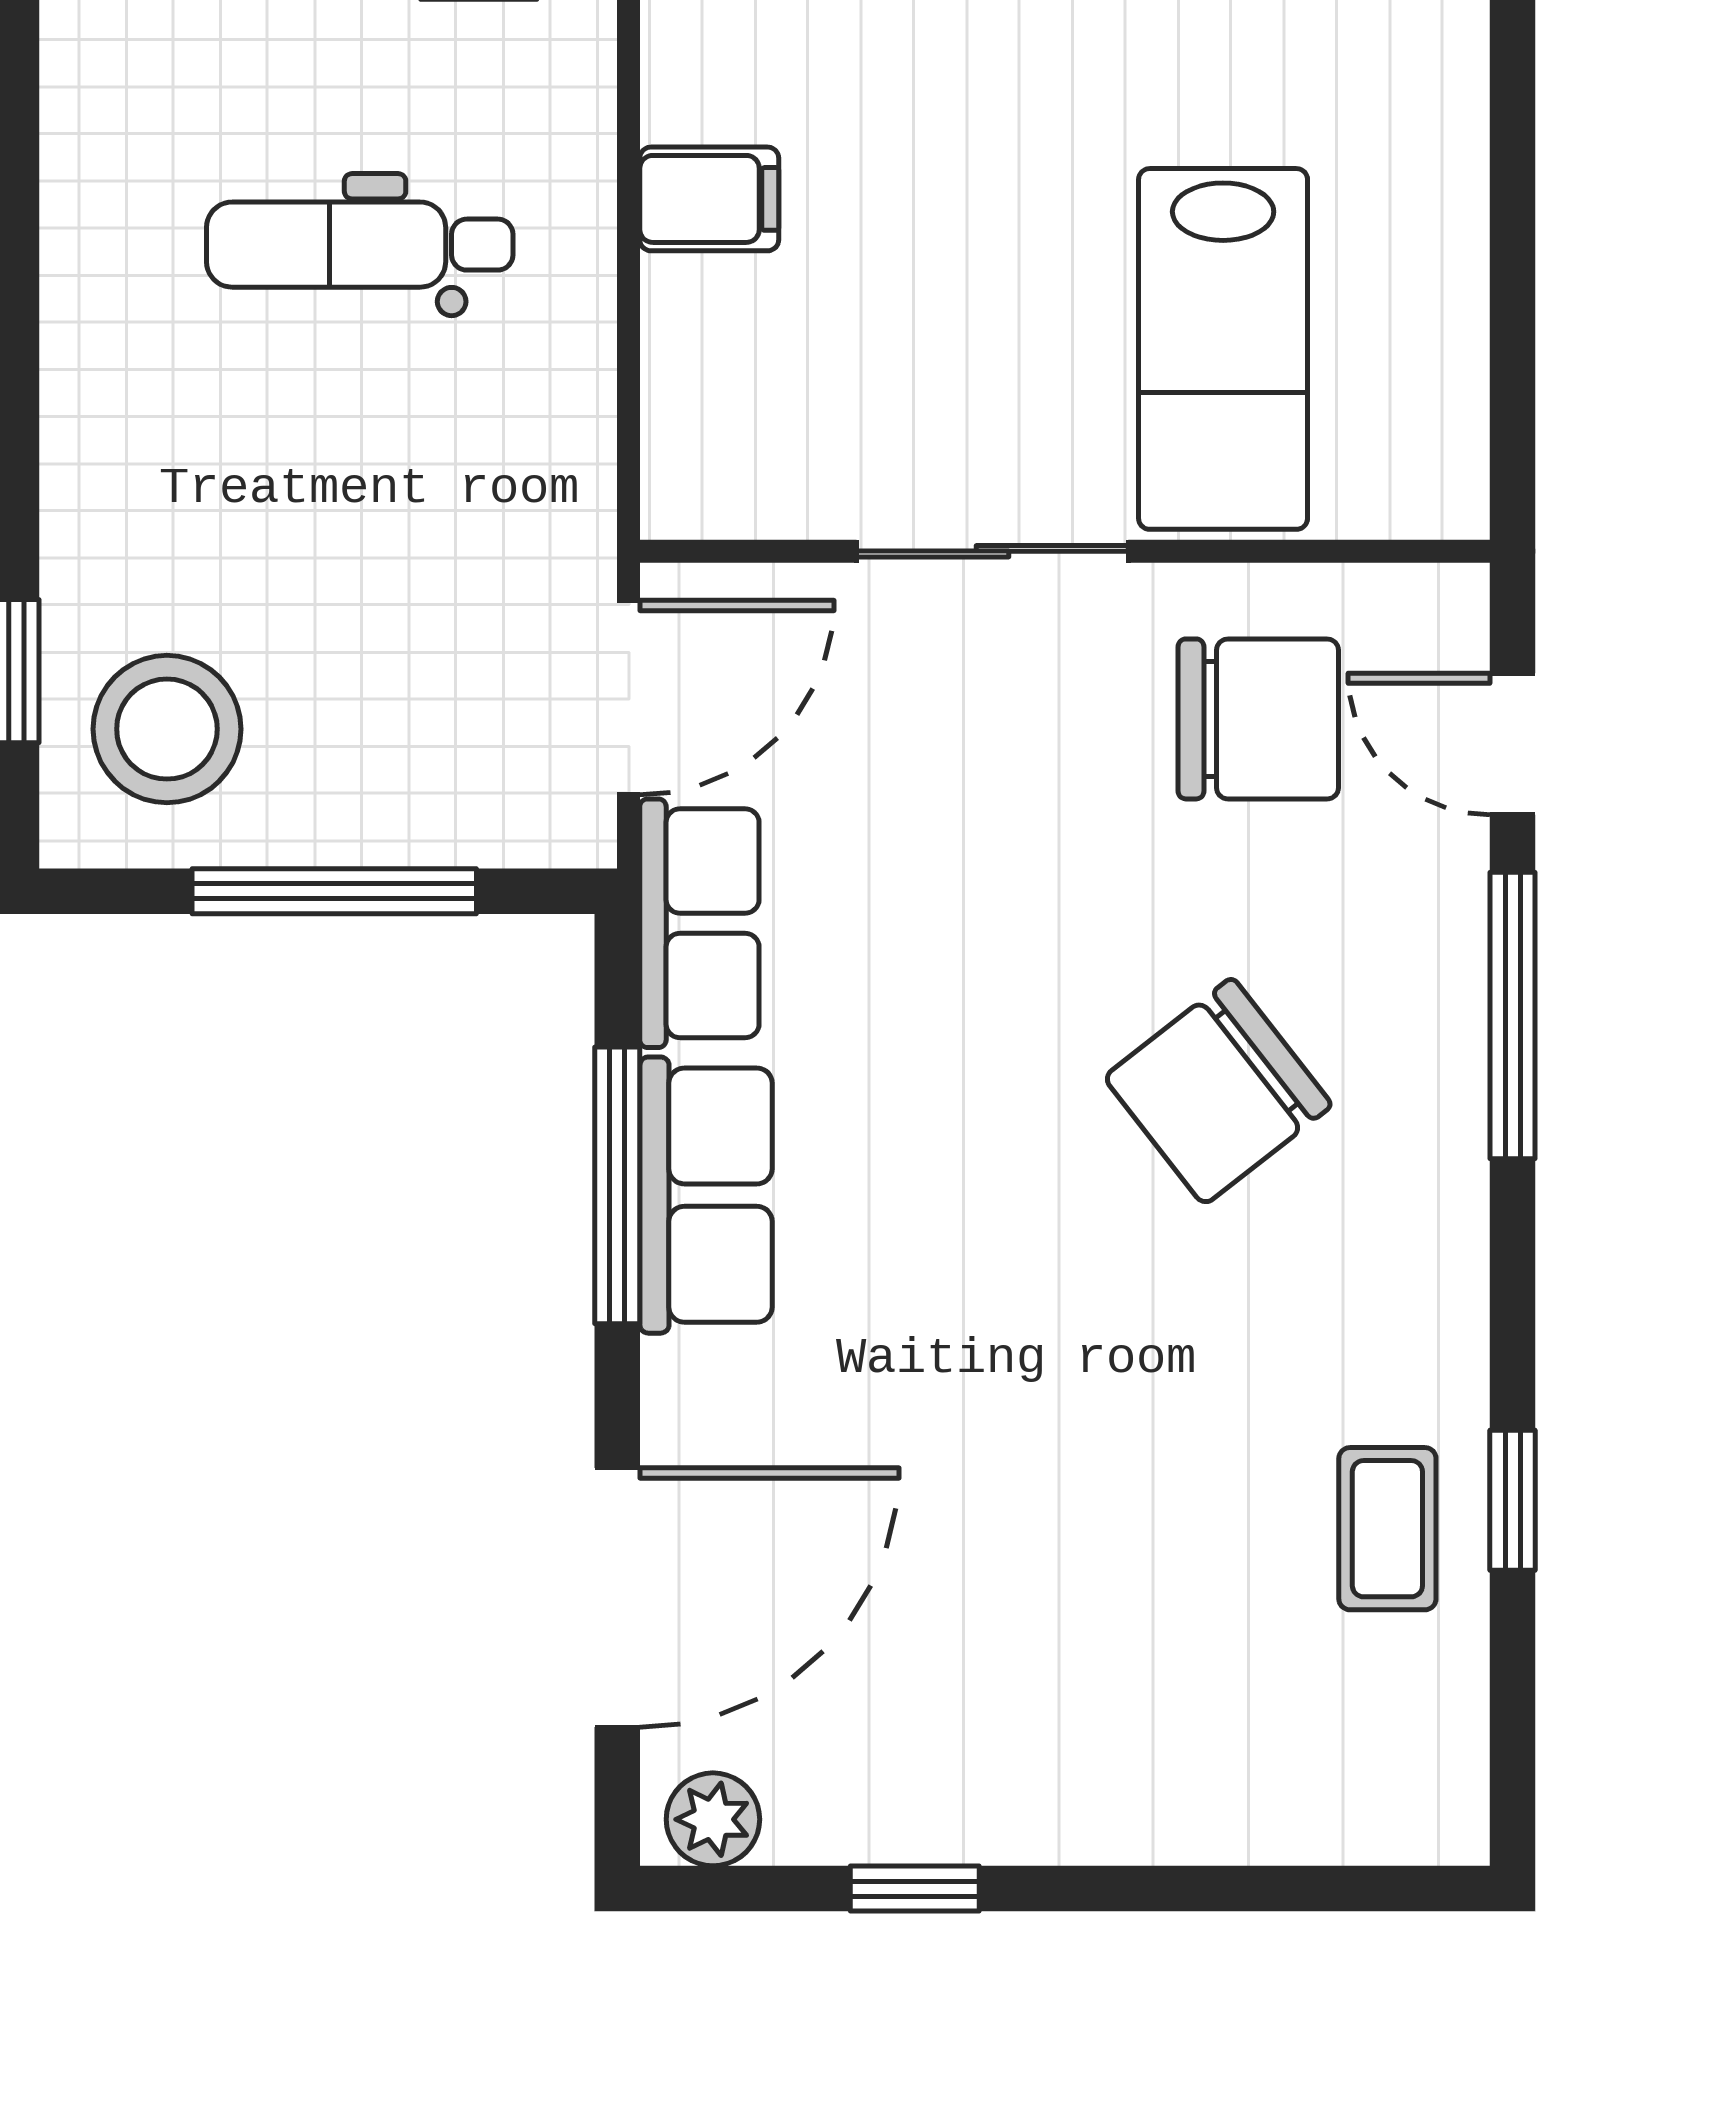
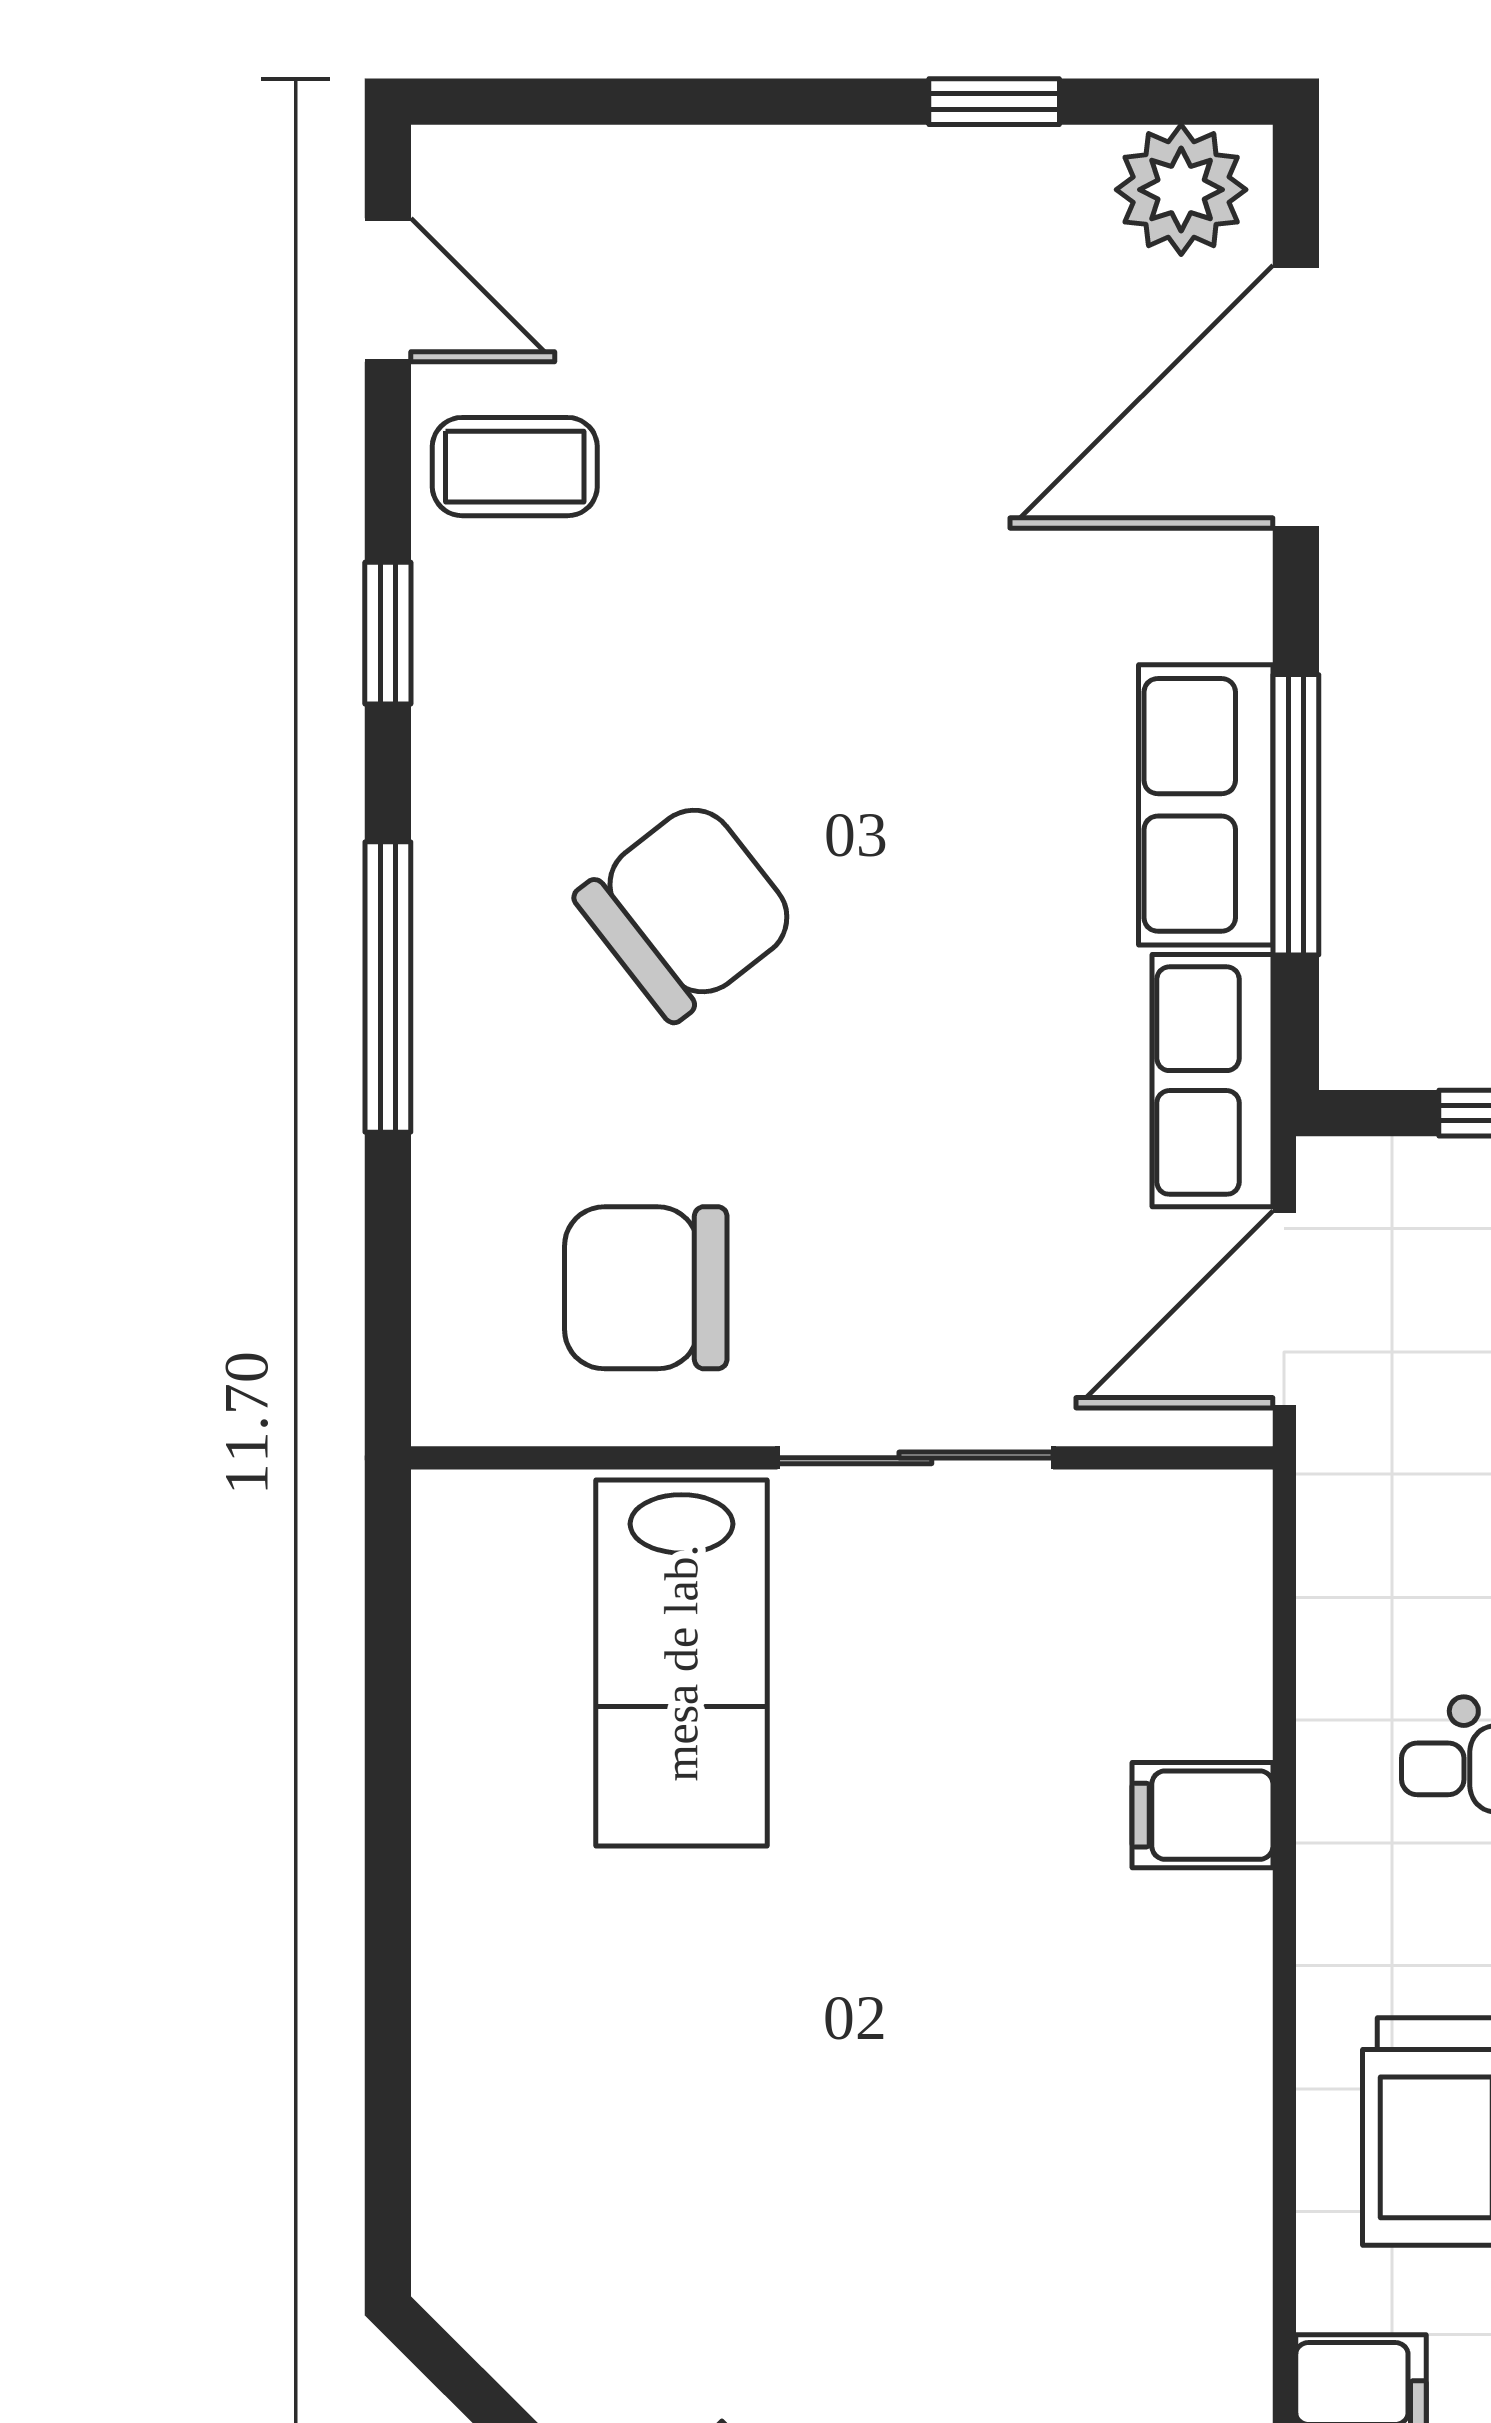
lab bench: (1223, 349) -> (681, 1663), turned 180
door: (1513, 744) -> (388, 290), moved
window: (1513, 1500) -> (388, 633), moved
coffee table: (1387, 1529) -> (515, 467), turned 90
plant: (713, 1819) -> (1181, 190), width x1.38, depth x1.38

